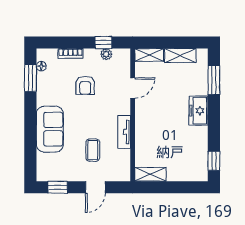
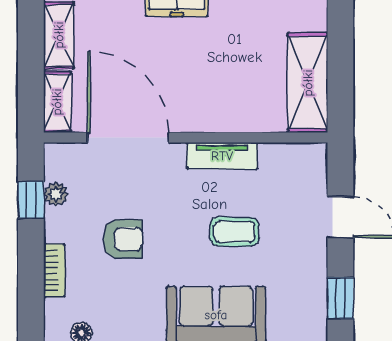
door: (133, 88) -> (128, 138), width x1.88
coffee table: (93, 150) -> (234, 232), moved
shelving: (150, 174) -> (308, 83), width x1.50, depth x1.33

